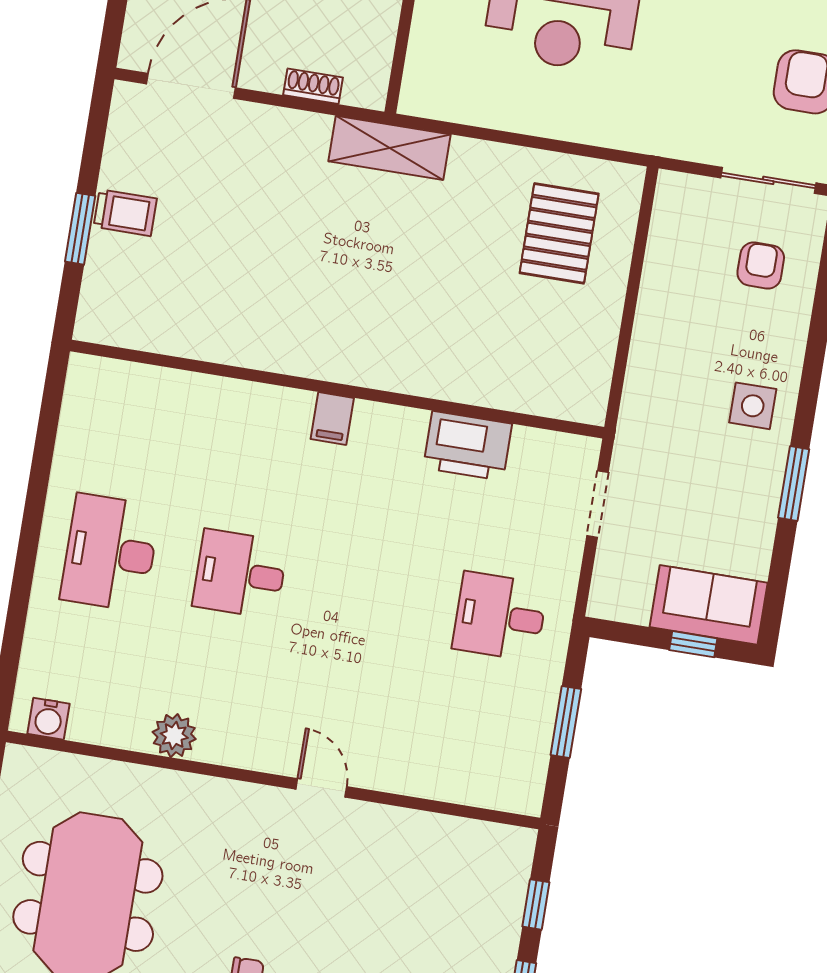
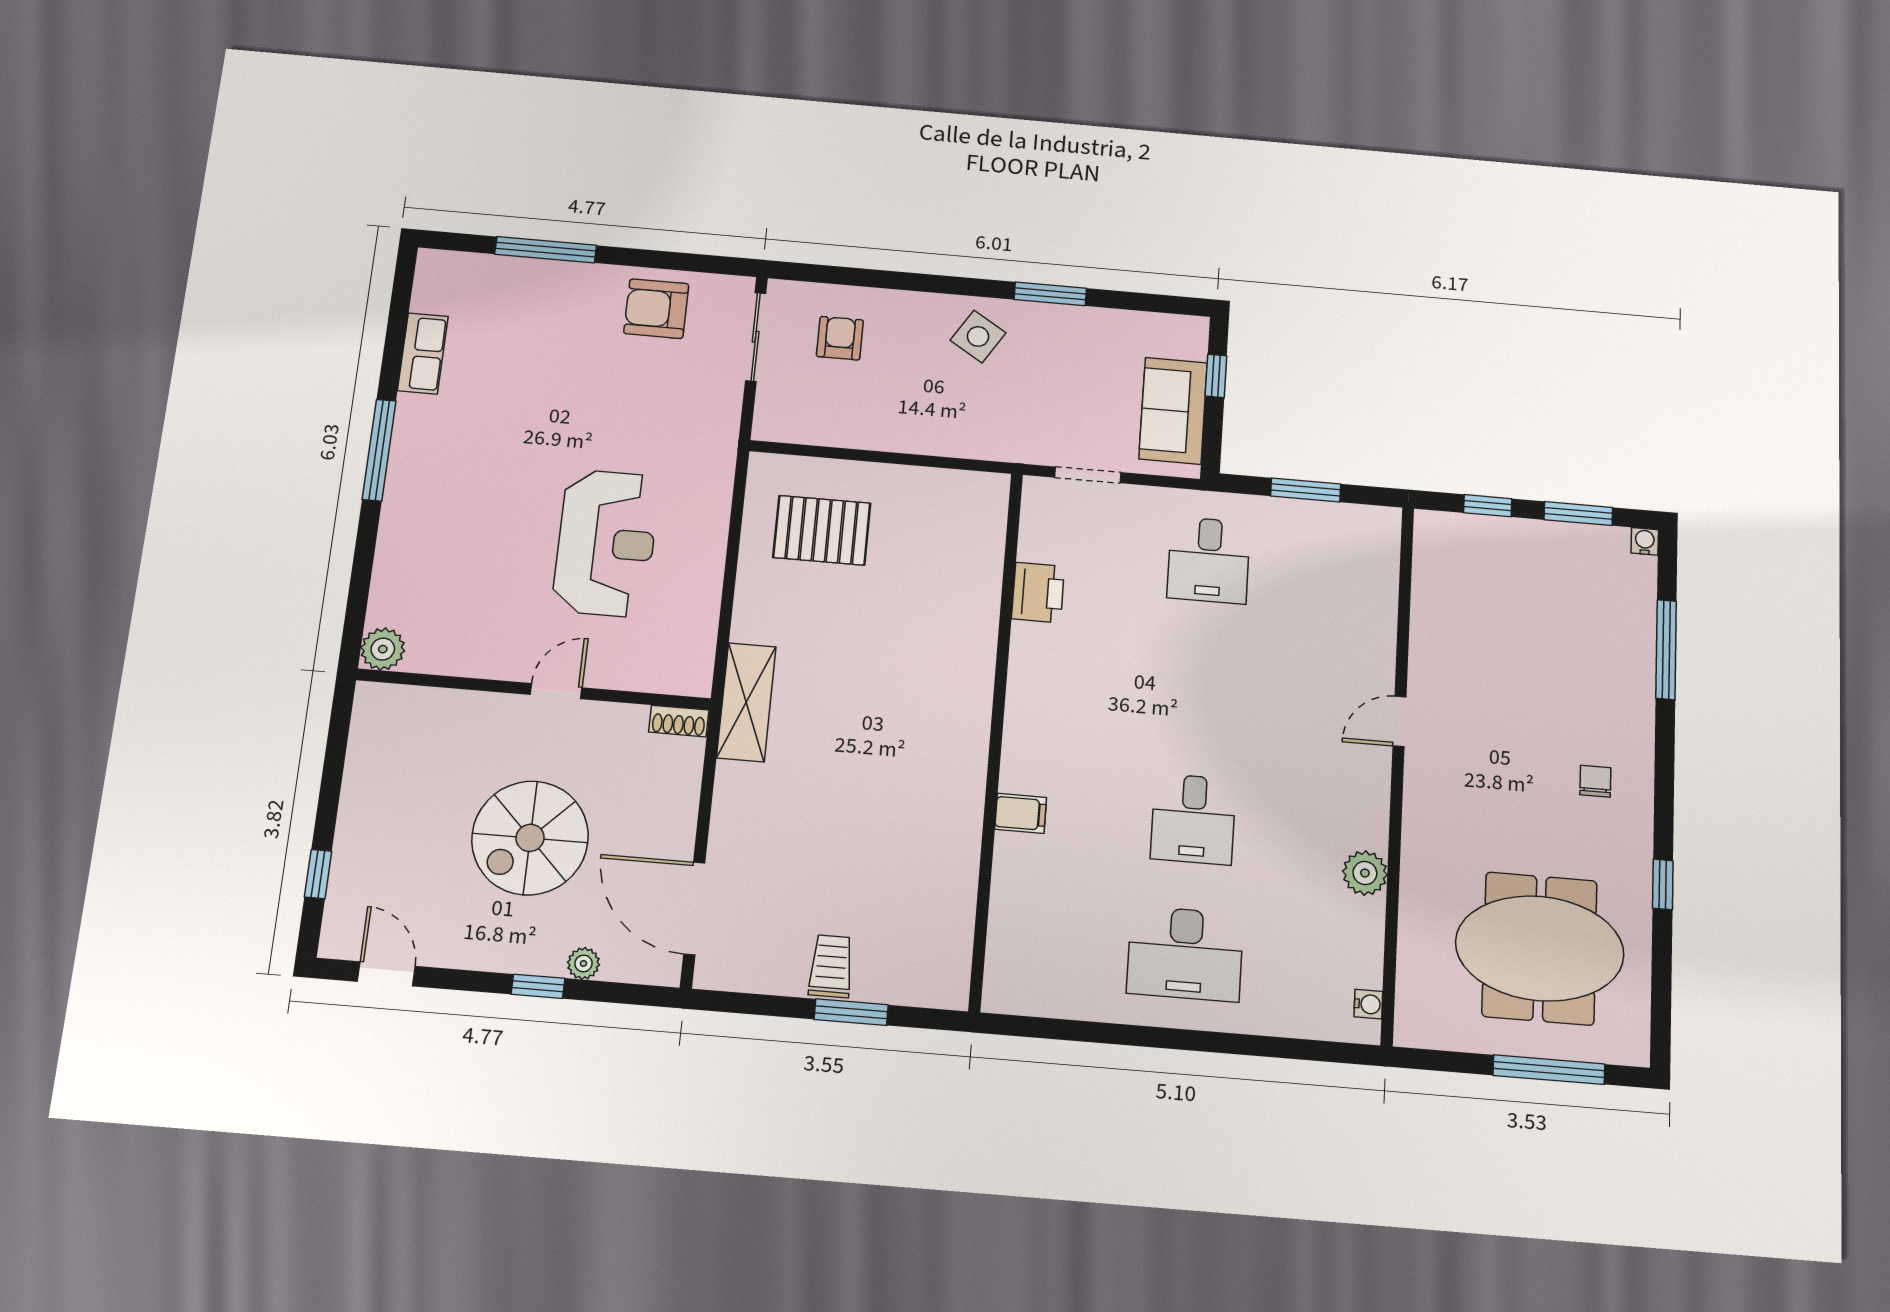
shoe rack: (313, 86) -> (679, 721), moved, turned -90
armchair: (761, 266) -> (840, 338), turned 90
side table: (753, 406) -> (978, 336), turned 32
filing cabinet: (332, 418) -> (1021, 813), moved
printer: (468, 446) -> (1038, 593), width x0.73, depth x0.84
sofa: (709, 605) -> (1173, 411), moved
water cooler: (49, 719) -> (1368, 1004), width x0.72, depth x0.72

